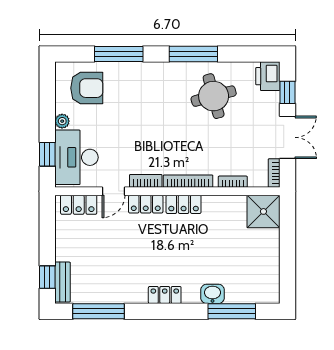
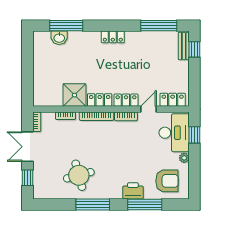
printer: (268, 76) -> (133, 191), moved, turned -90
armchair: (87, 88) -> (167, 181), turned 180
shower: (263, 211) -> (74, 95), moved
washbasin: (212, 294) -> (59, 38), moved

